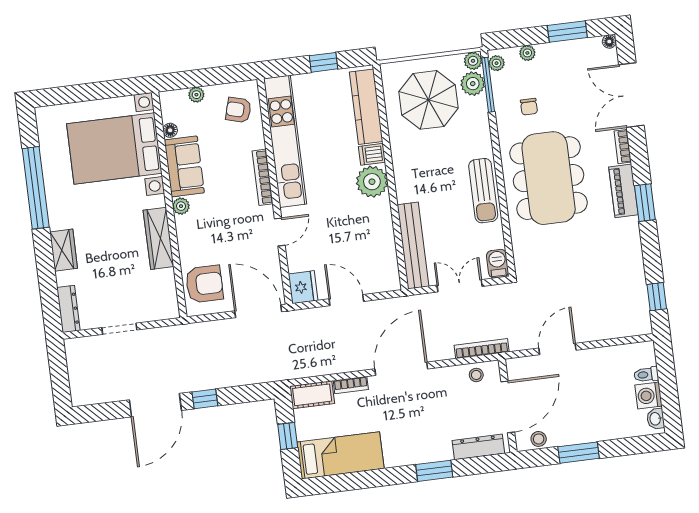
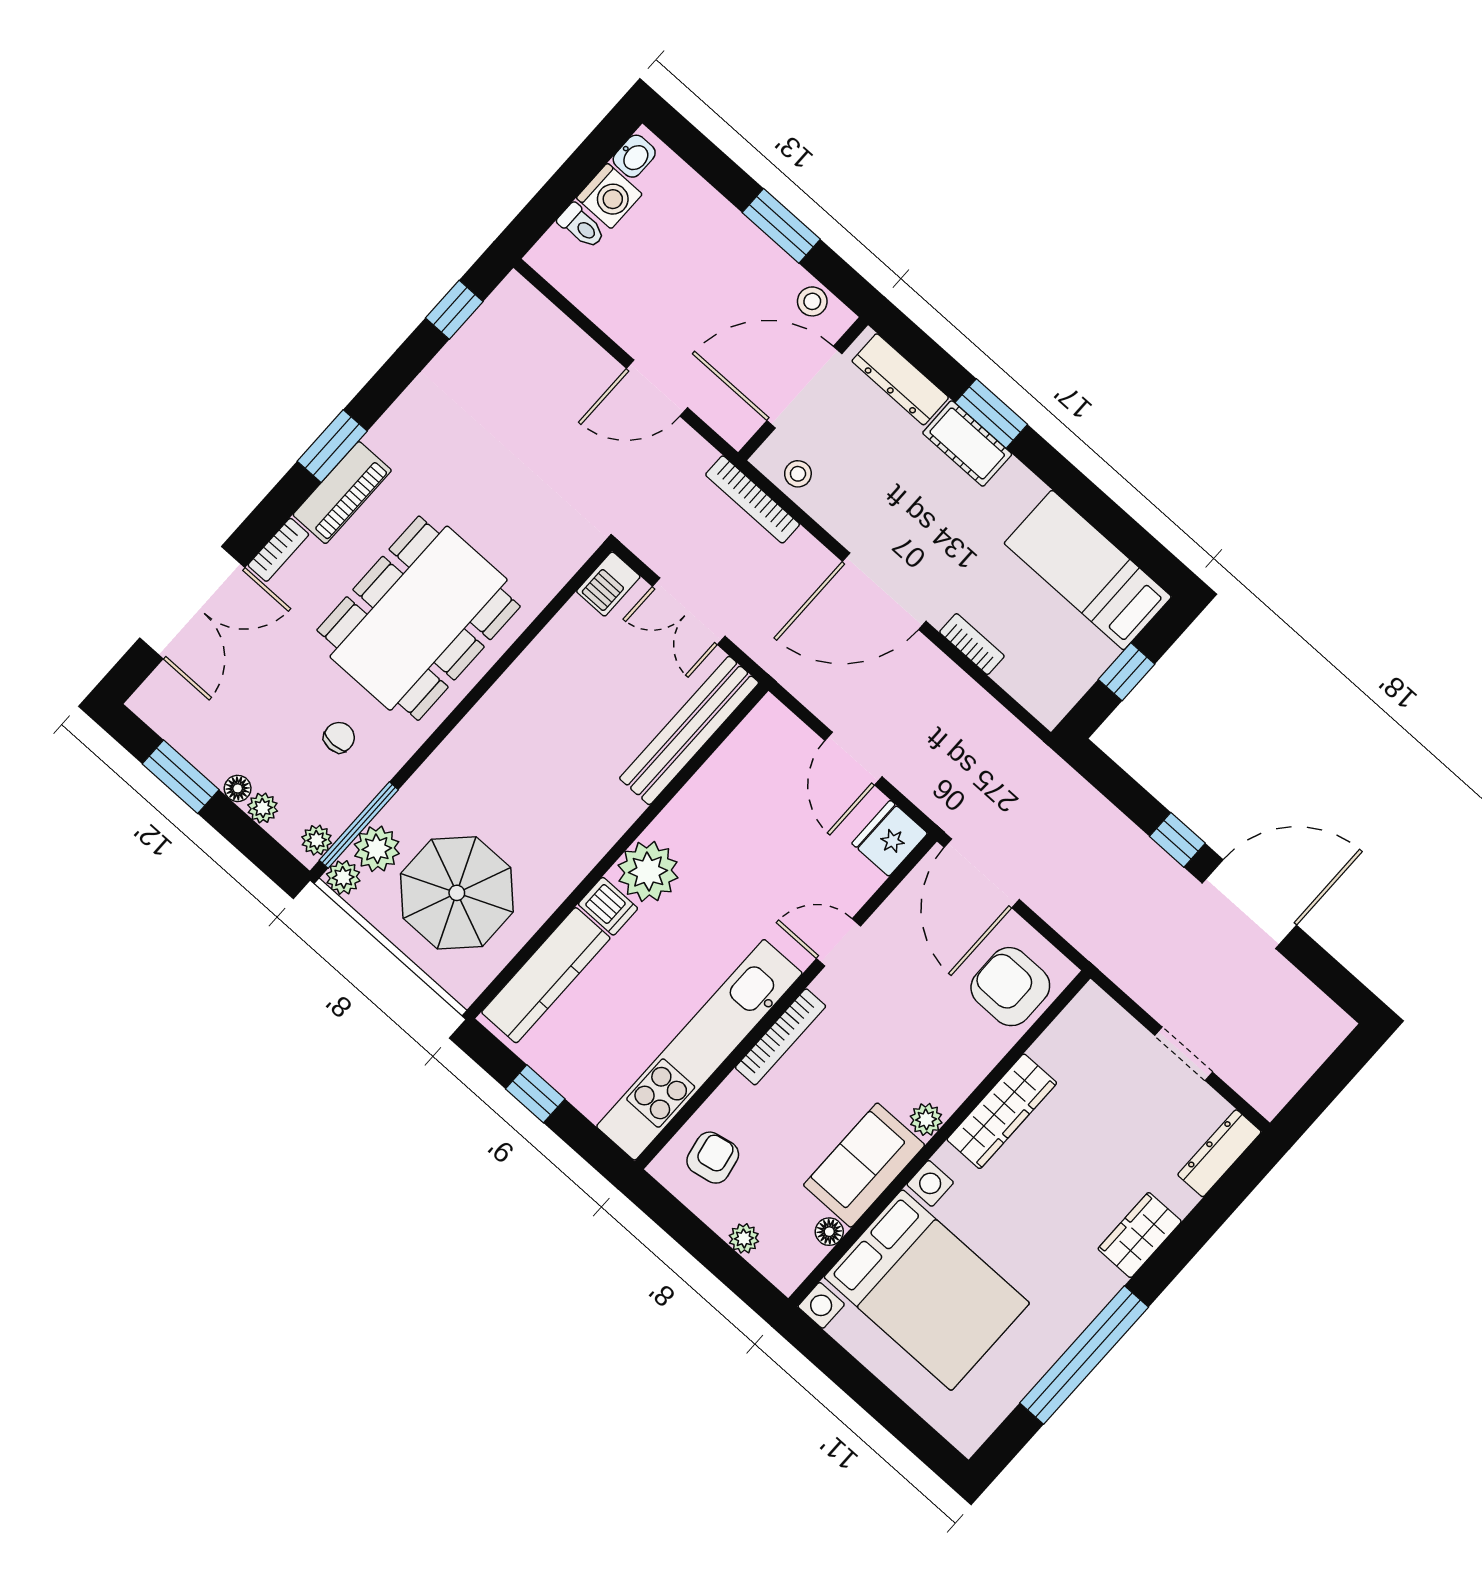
floor lamp: (609, 42) -> (238, 788), moved
armchair: (238, 110) -> (713, 1158), turned -117
sun lounger: (483, 191) -> (520, 698), removed
cot: (312, 395) -> (967, 443), moved

